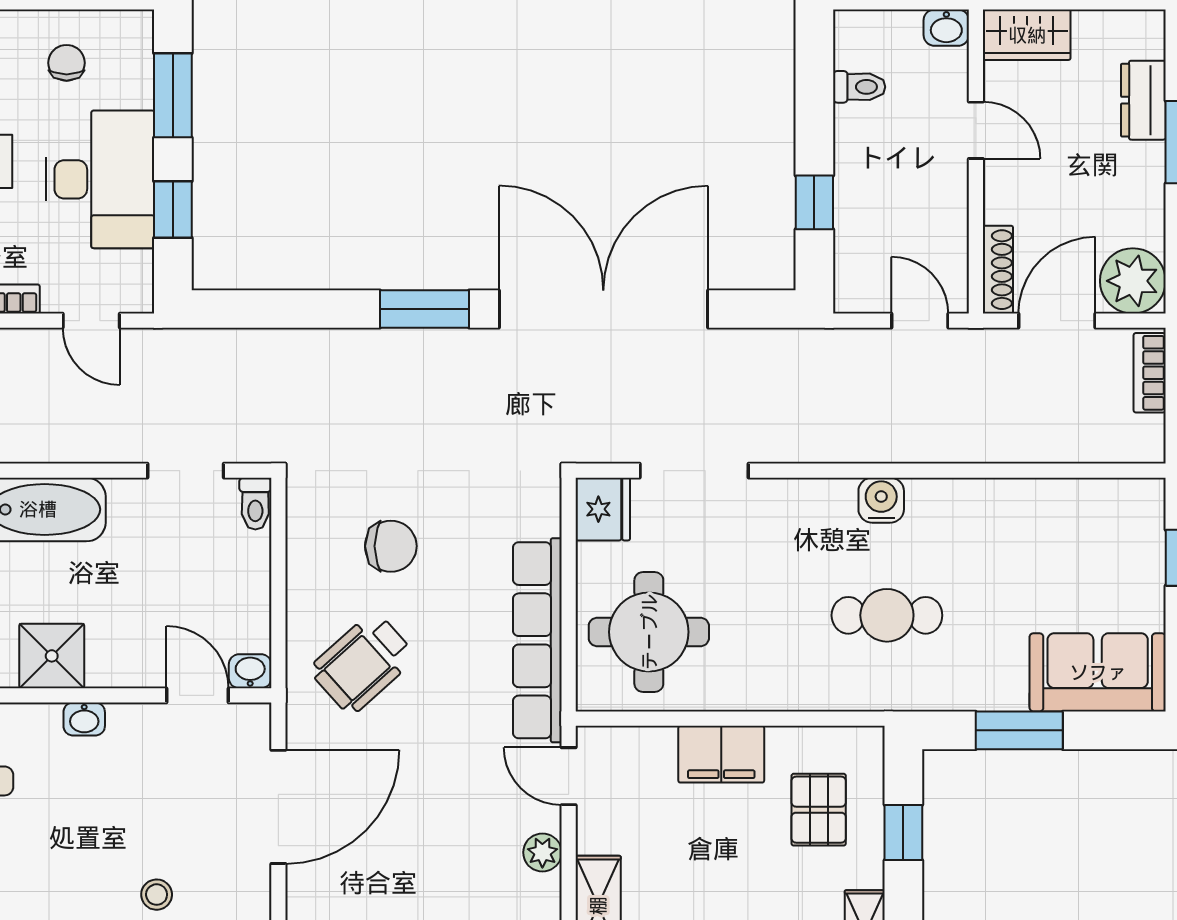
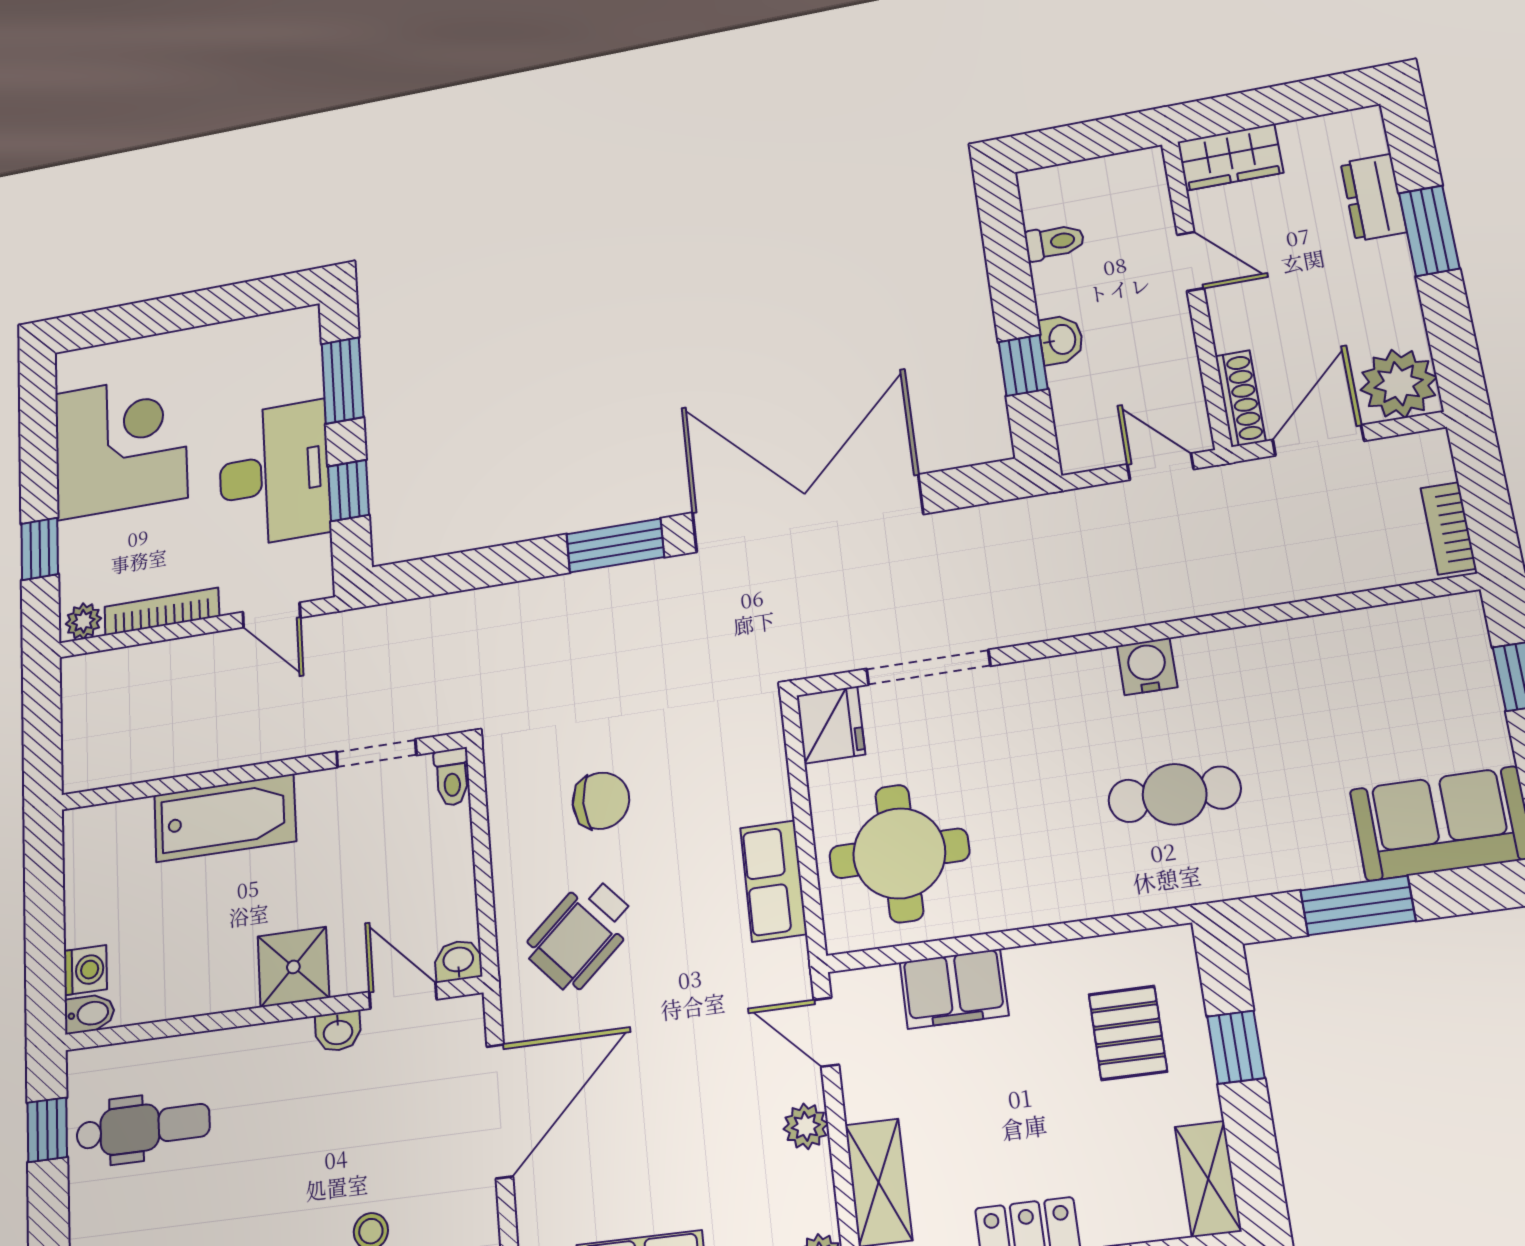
washbasin: (946, 28) -> (1061, 340), moved, turned -90
chair: (67, 63) -> (237, 369), removed
bookcase: (1150, 373) -> (1448, 528), moved
row of seats: (537, 640) -> (773, 881), width x0.50
shower: (52, 656) -> (293, 967), moved
washbasin: (84, 719) -> (338, 1031), moved
filing cabinet: (721, 754) -> (954, 989), moved

